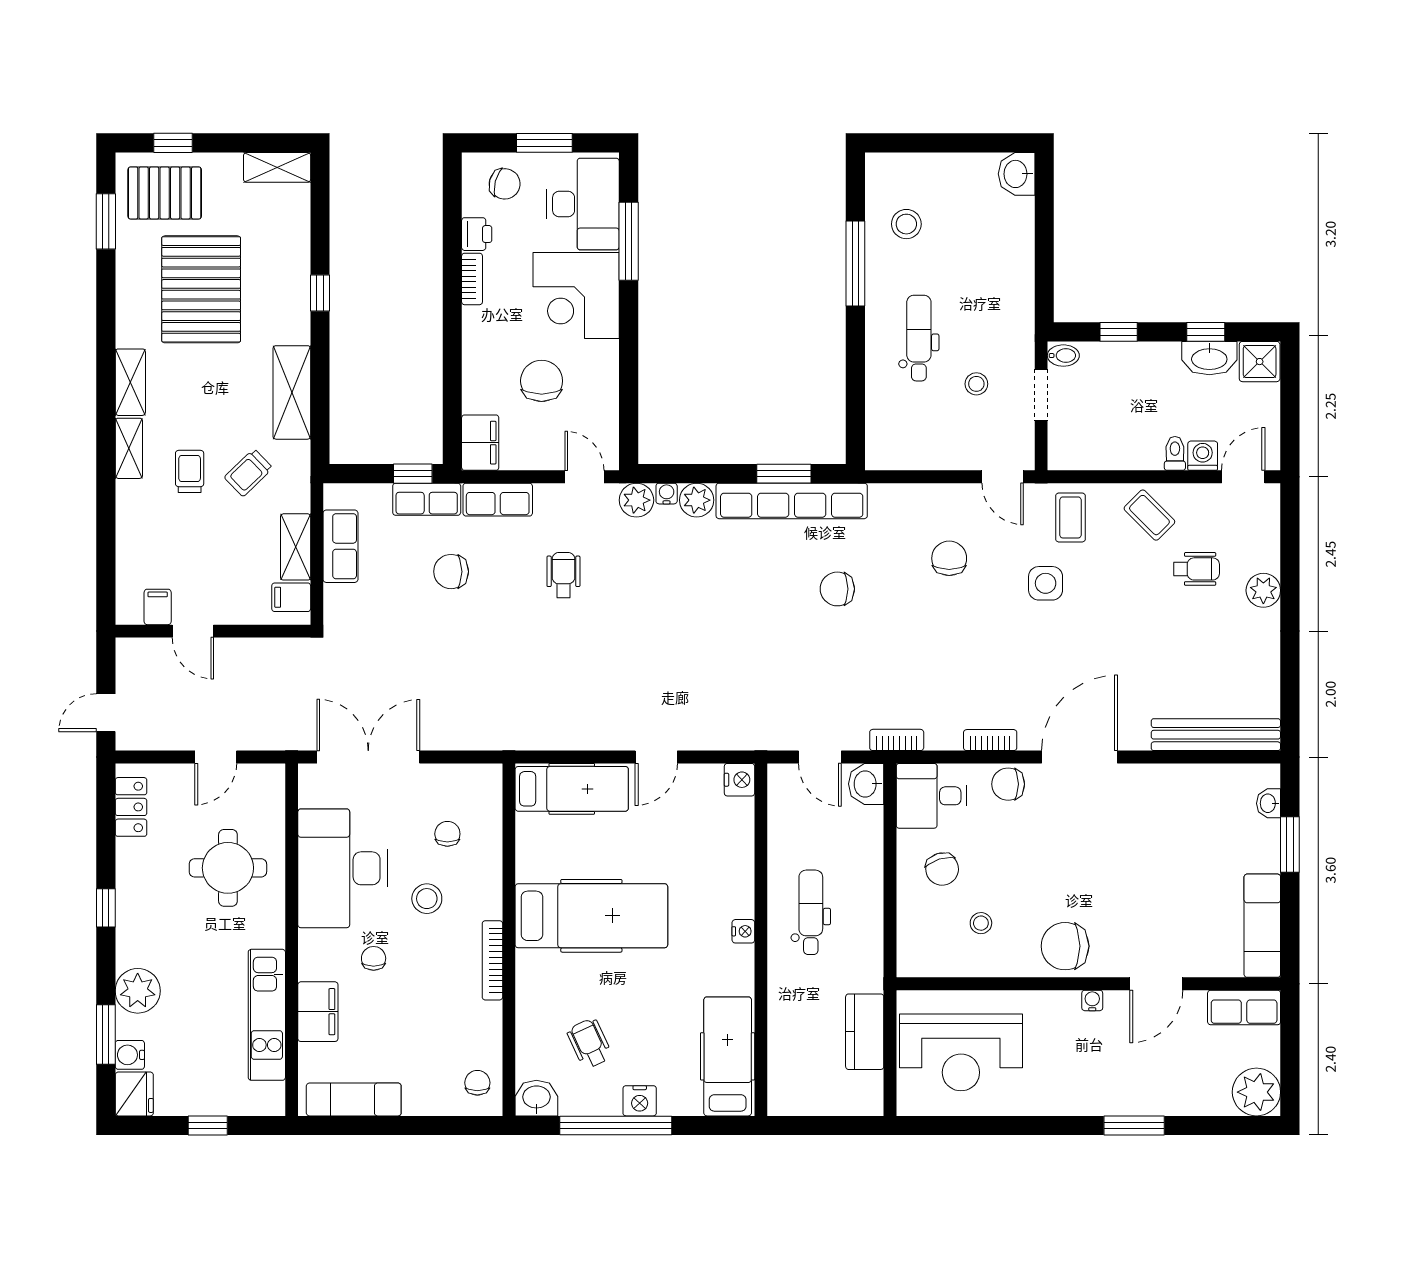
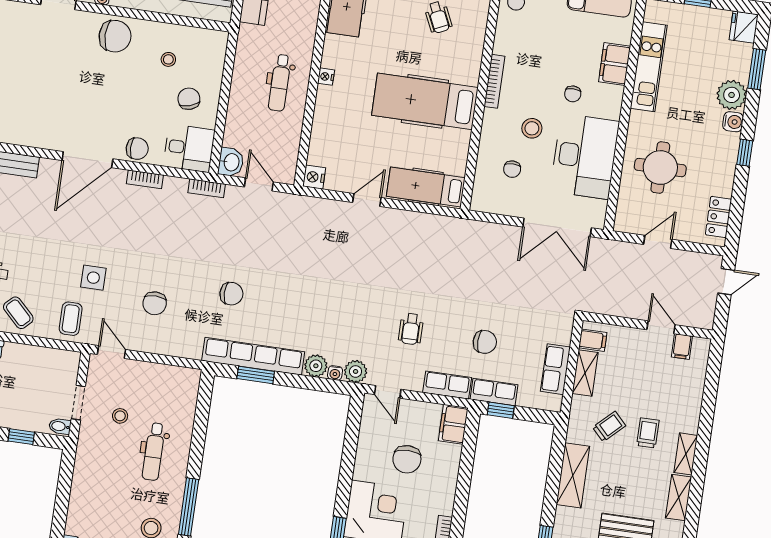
trolley: (190, 471) -> (648, 433), turned 180
water cooler: (130, 1055) -> (733, 122), moved

